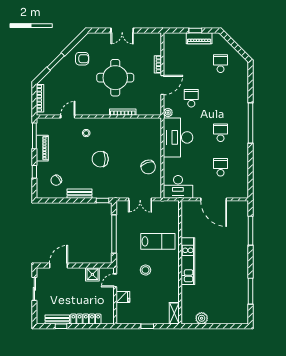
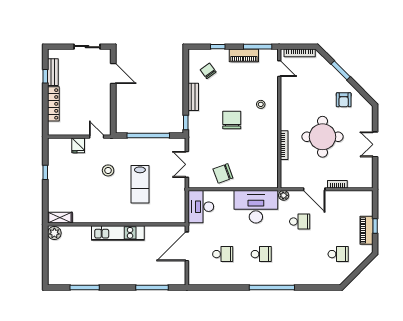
door: (68, 116) -> (279, 69), moved
kitchen unit: (188, 261) -> (118, 233), moved
wall: (180, 262) -> (117, 224), moved
shower: (92, 274) -> (103, 111), removed
shelving: (174, 313) -> (60, 218), moved

